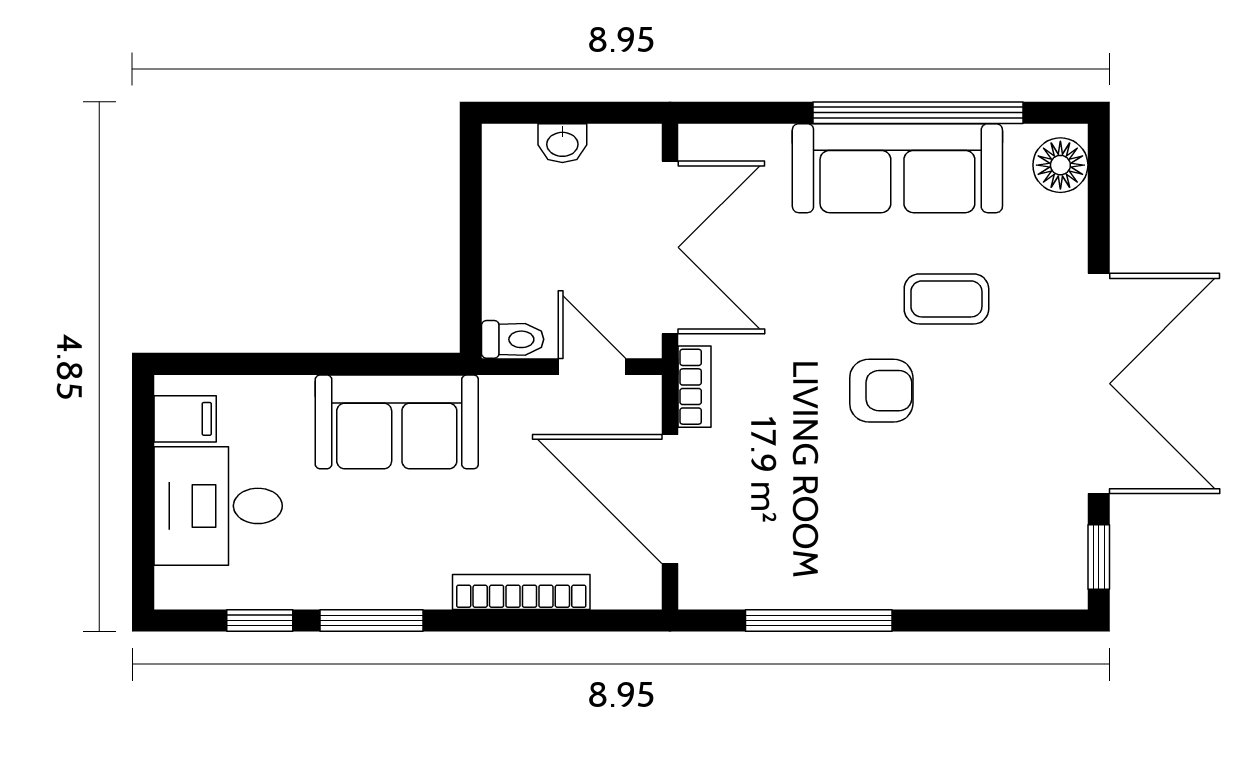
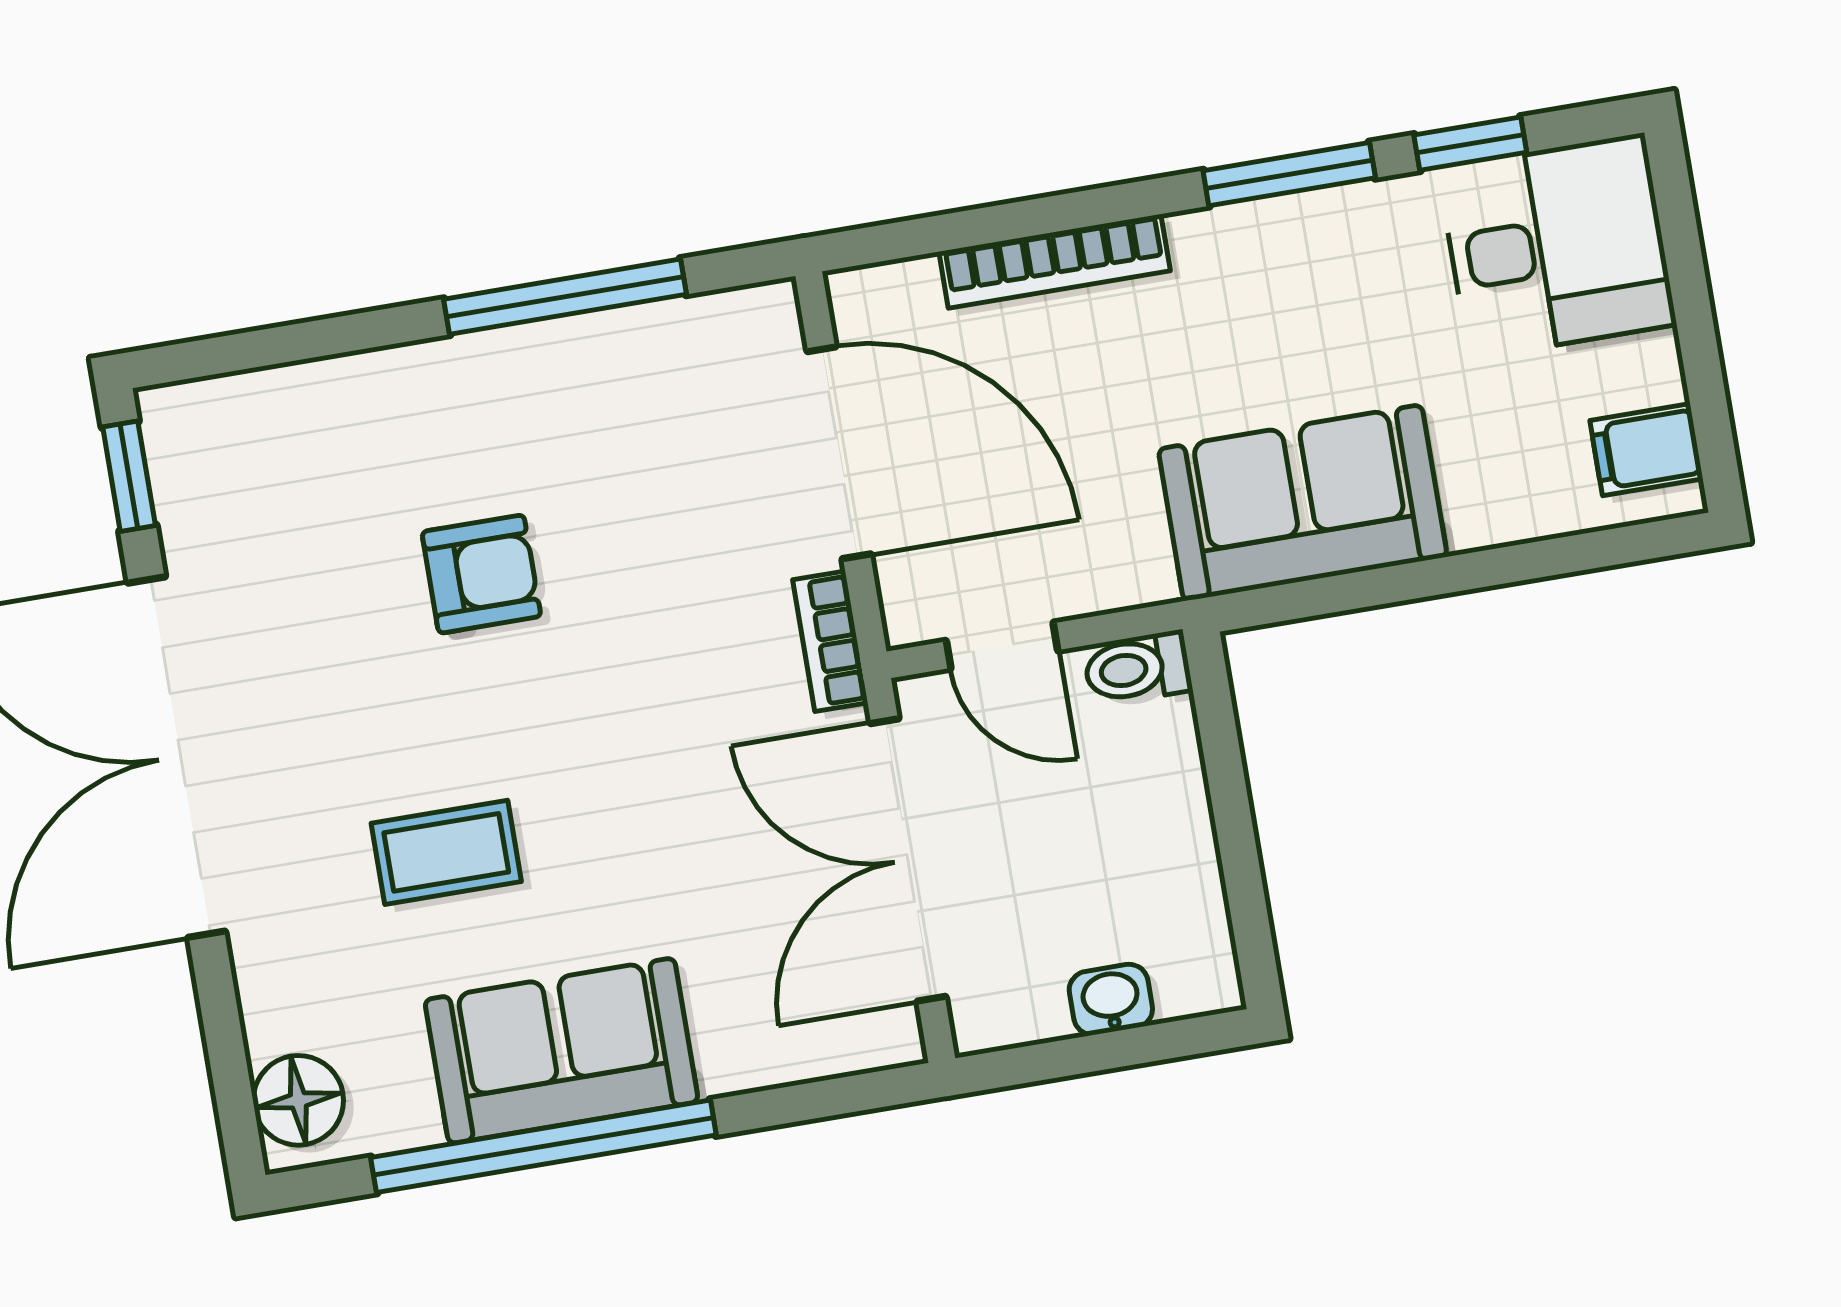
sofa: (897, 168) -> (561, 1051), width x0.73
armchair: (881, 391) -> (481, 574), moved, turned 180
desk: (218, 506) -> (1557, 246), moved

